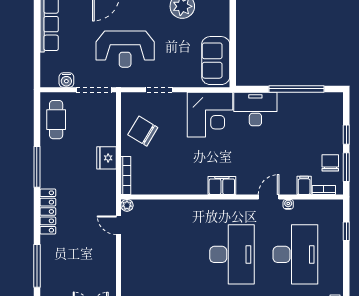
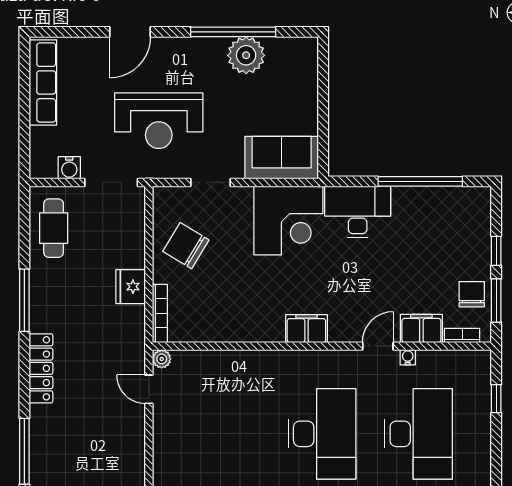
sofa: (216, 61) -> (282, 158), moved, turned 90
filing cabinet: (304, 185) -> (421, 328), width x2.00

